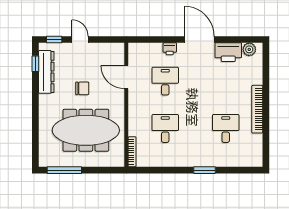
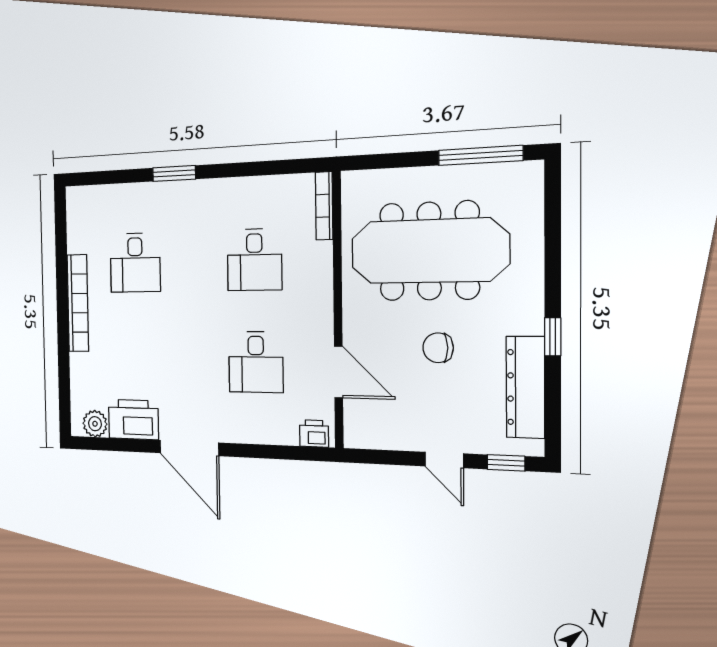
printer: (170, 49) -> (314, 434), moved
window: (35, 64) -> (553, 337), moved

